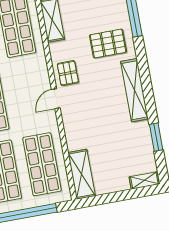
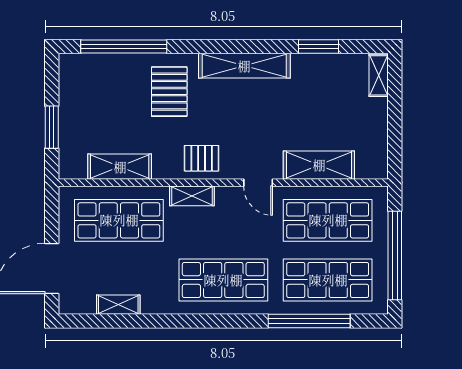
shelving: (42, 71) -> (192, 196), added
door: (56, 99) -> (258, 183), moved
shelving: (82, 174) -> (319, 165), moved

